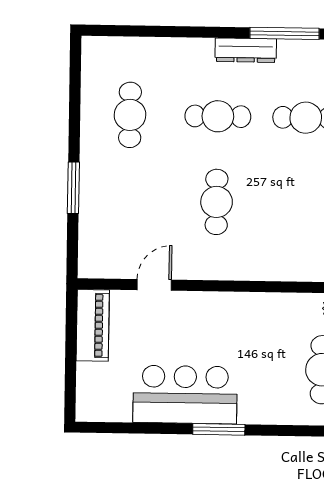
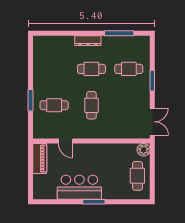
dresser: (246, 50) -> (88, 41), moved
cafe table: (130, 115) -> (54, 105), moved, turned 90
door: (154, 285) -> (66, 141), swing flipped

